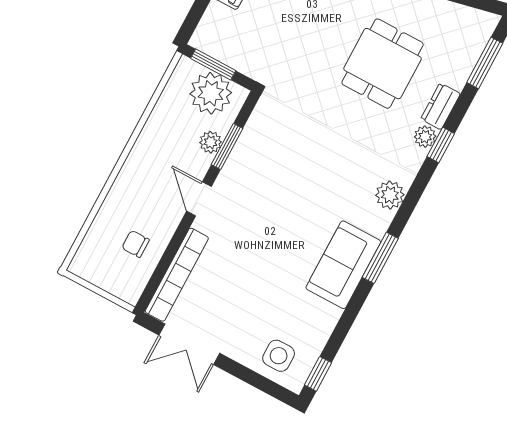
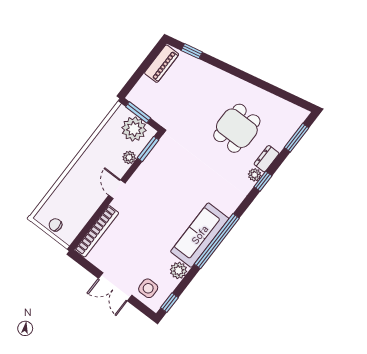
window: (227, 147) -> (148, 149), moved
plant: (390, 195) -> (178, 270), moved
chair: (136, 244) -> (55, 225), moved
window: (380, 258) -> (217, 241), width x2.11
sofa: (343, 265) -> (200, 235), width x1.36
double door: (189, 344) -> (115, 287), moved

